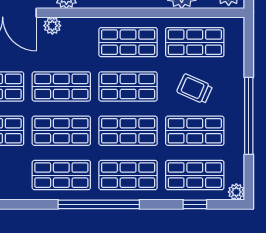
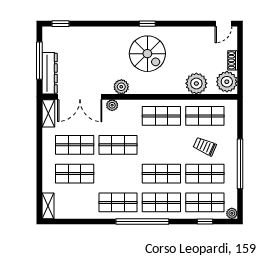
shop shelf: (128, 86) -> (161, 145), removed
shop shelf: (61, 131) -> (118, 174), removed

